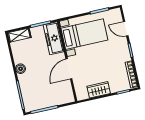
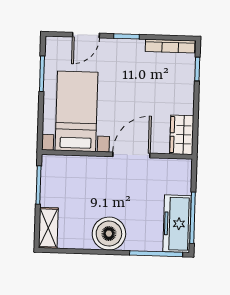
freezer: (54, 38) -> (177, 224), moved, turned 90
boiler: (20, 69) -> (109, 234), width x1.86, depth x1.86
door: (69, 69) -> (131, 155), swing flipped
wardrobe: (99, 90) -> (182, 135), moved

